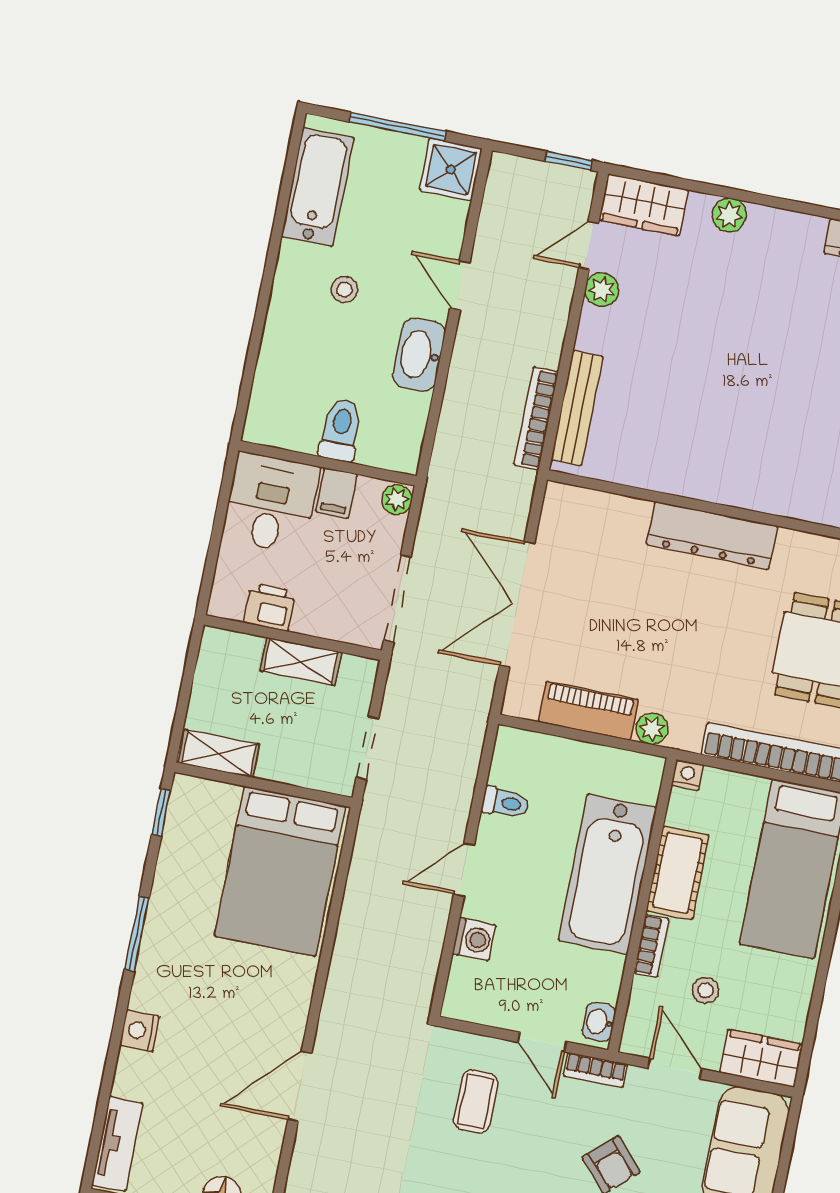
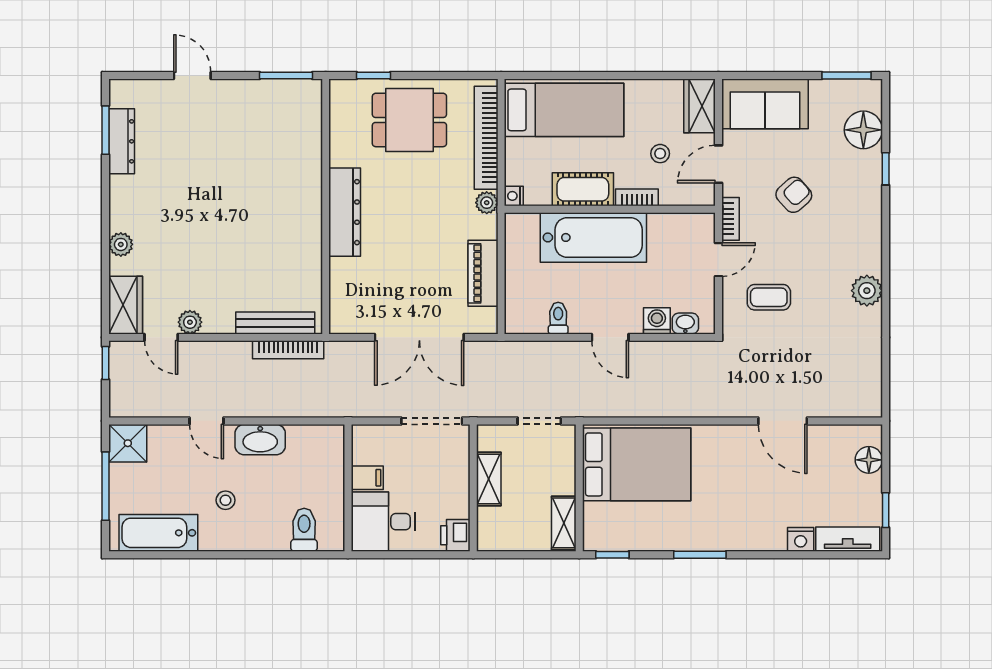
door: (460, 285) -> (207, 421), hinge flipped
toilet: (341, 430) -> (304, 530), moved, turned 90
plant: (397, 500) -> (363, 435), removed
printer: (270, 607) -> (455, 535), moved
plant: (652, 729) -> (487, 203), moved
washbasin: (599, 1022) -> (685, 323), moved, turned 180
nightstand: (140, 1031) -> (801, 539), moved

